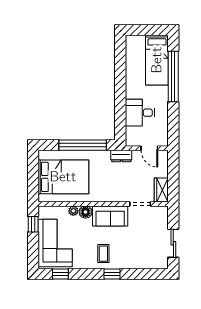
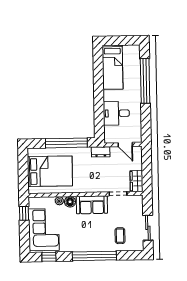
bed: (157, 60) -> (113, 67), moved
coffee table: (103, 254) -> (120, 236), moved
window: (112, 274) -> (94, 256), width x3.17

